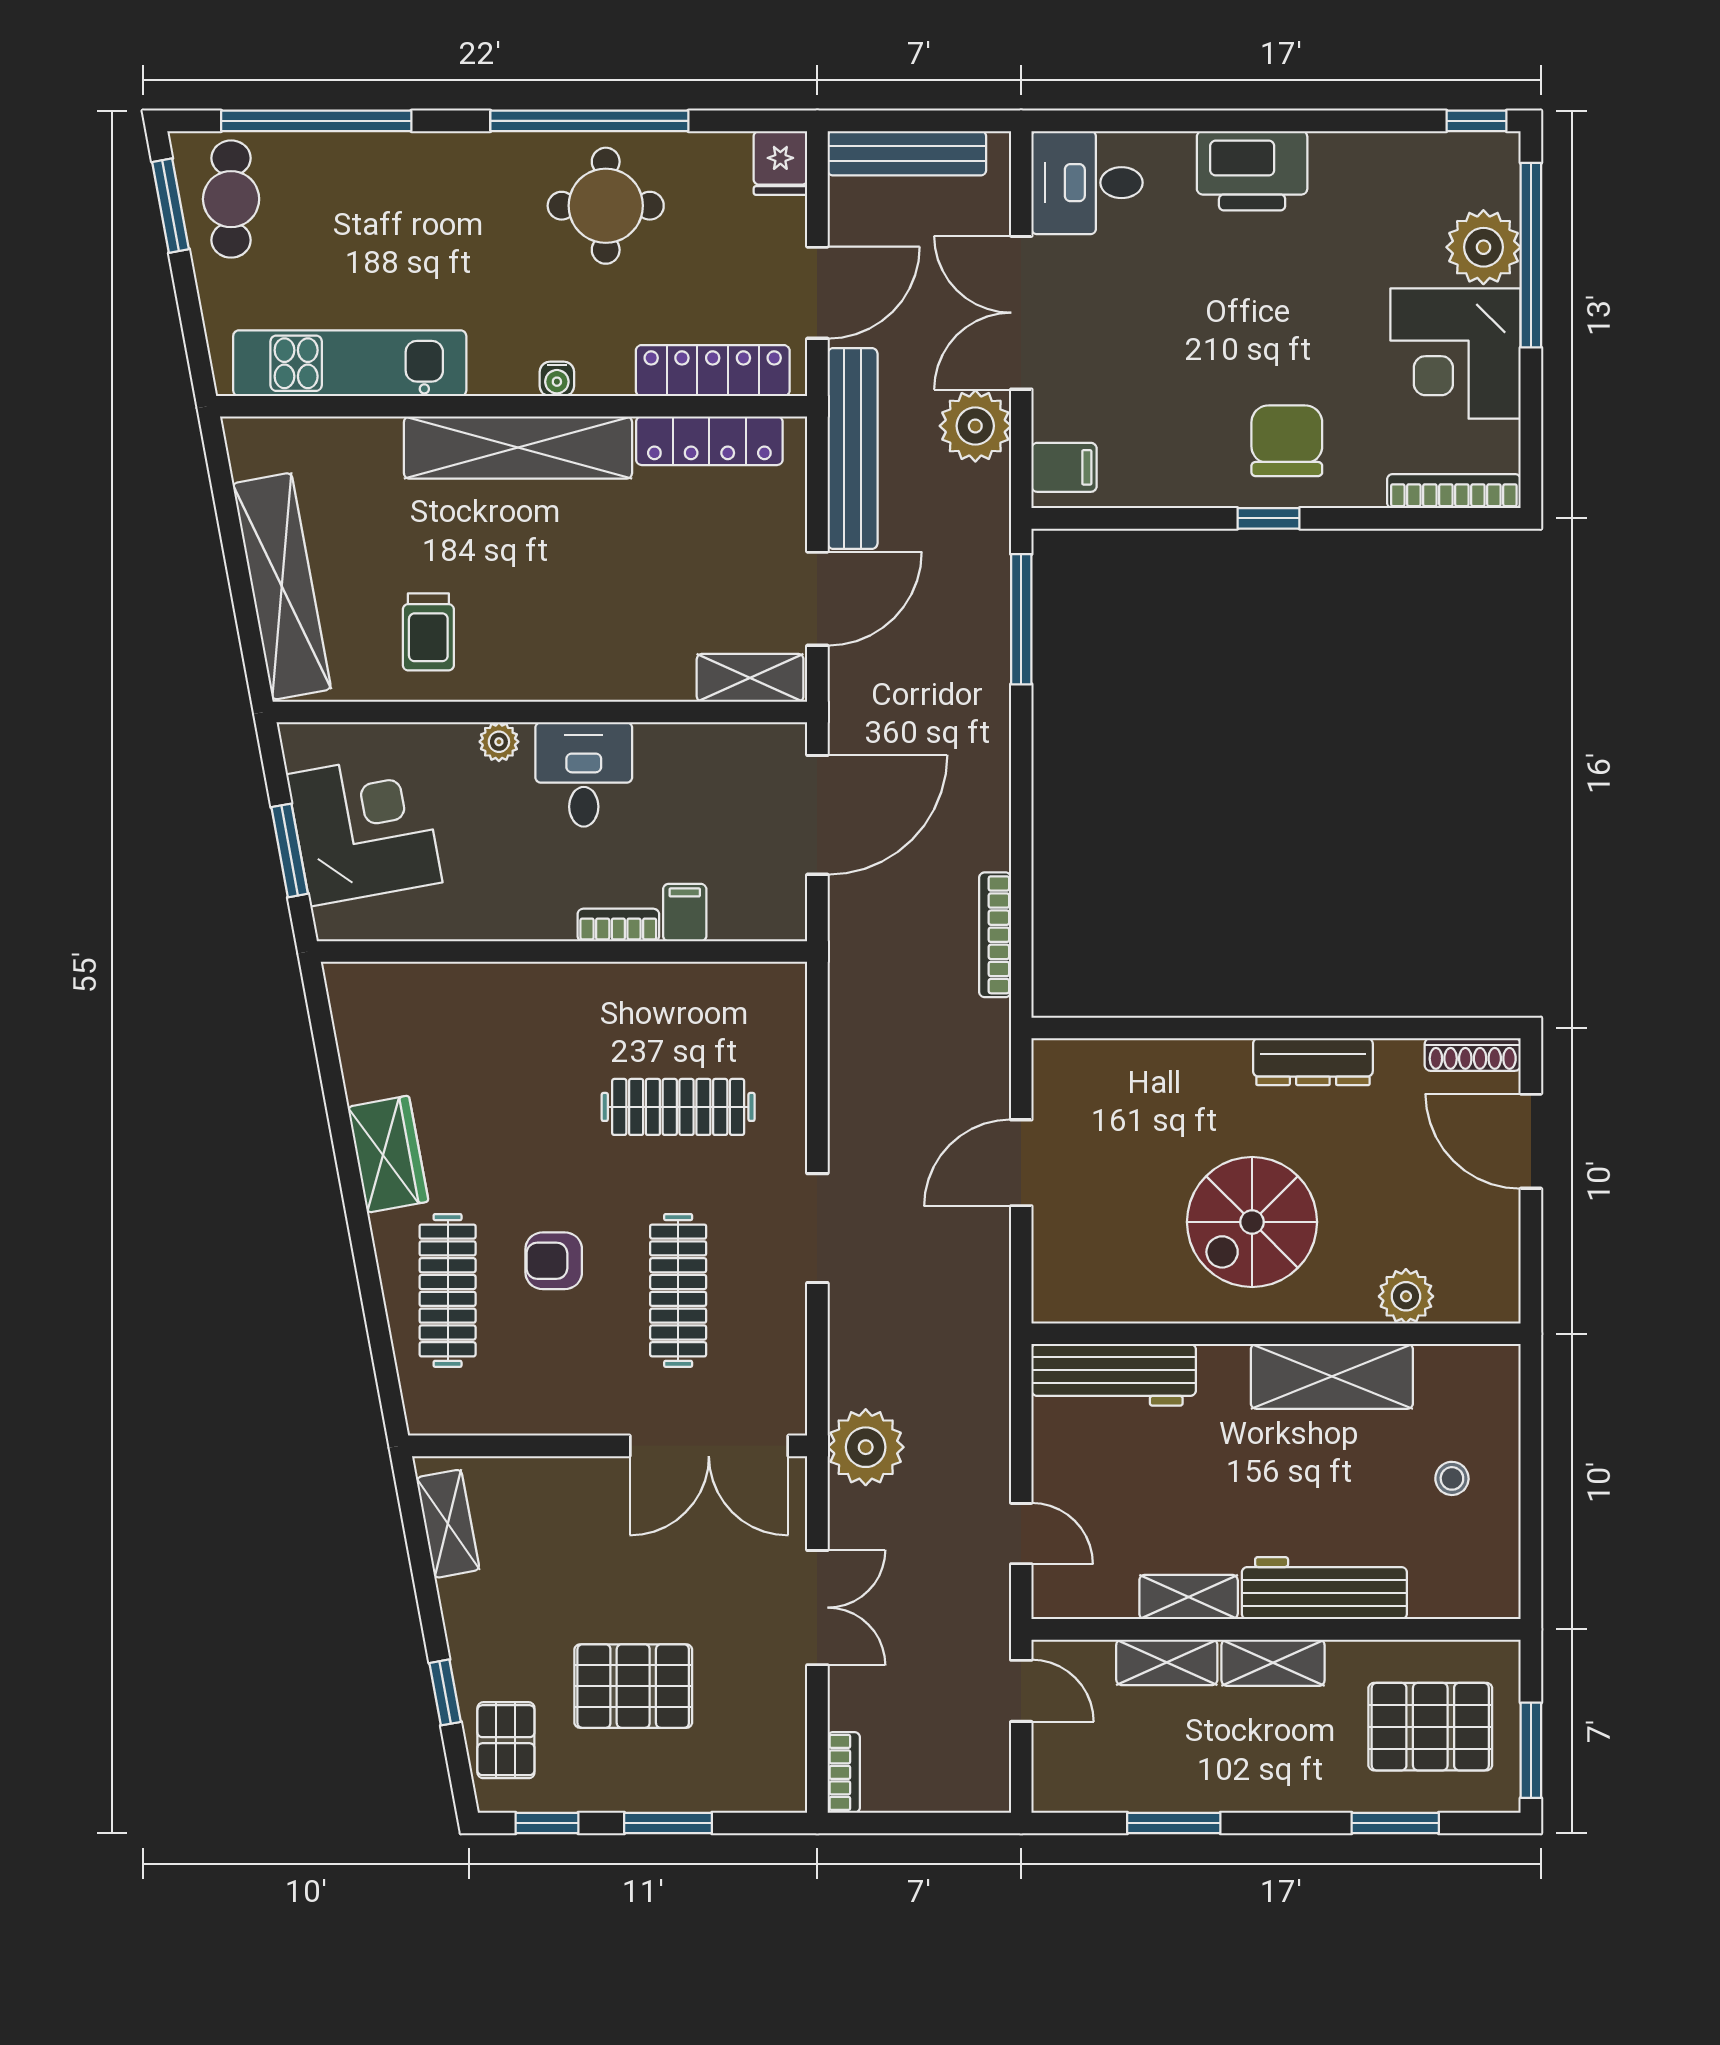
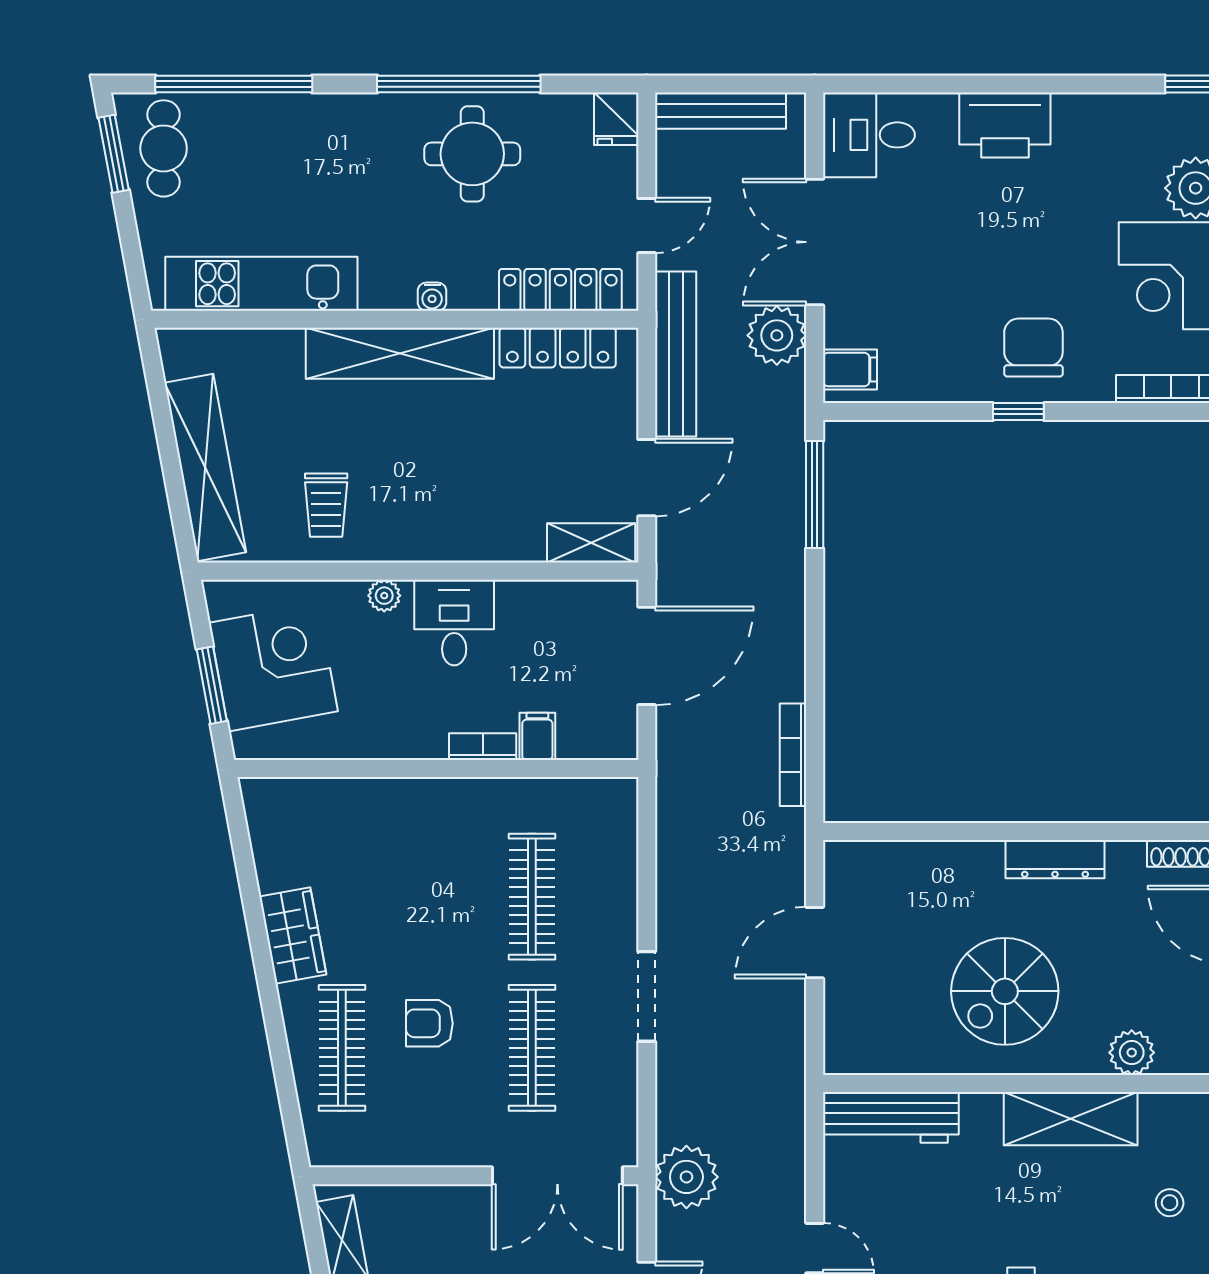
door: (817, 293) -> (647, 226), width x0.73
clothes rail: (678, 1107) -> (532, 897), turned 90

